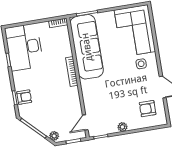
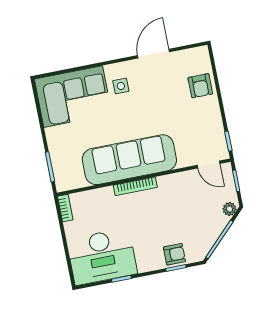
sofa: (87, 47) -> (129, 160), moved
armchair: (24, 97) -> (174, 254), turned 90
armchair: (148, 109) -> (200, 86), moved
plant: (122, 127) -> (213, 110), removed

